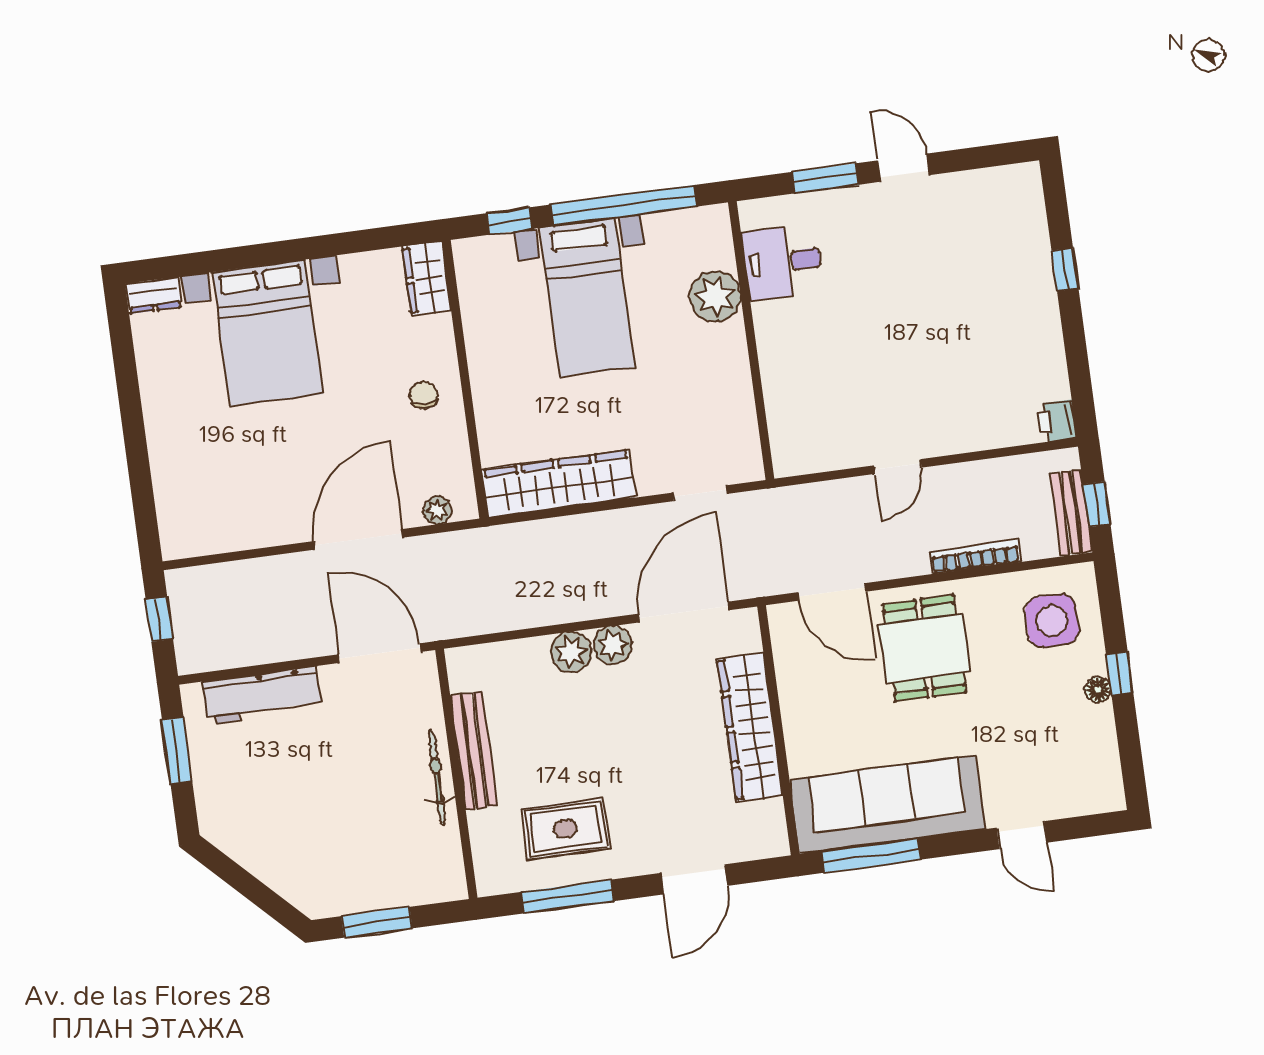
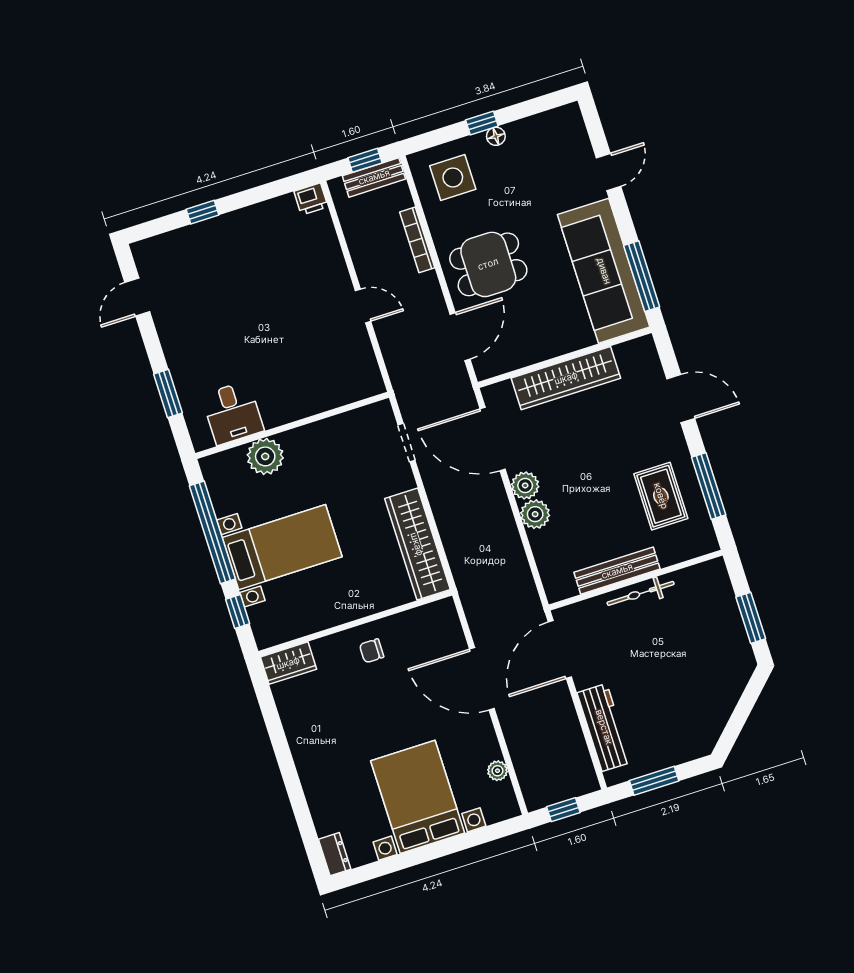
door: (904, 168) -> (137, 297), moved
bed with nightstands: (268, 333) -> (418, 797), moved, turned -90
plant: (437, 510) -> (498, 771), moved

